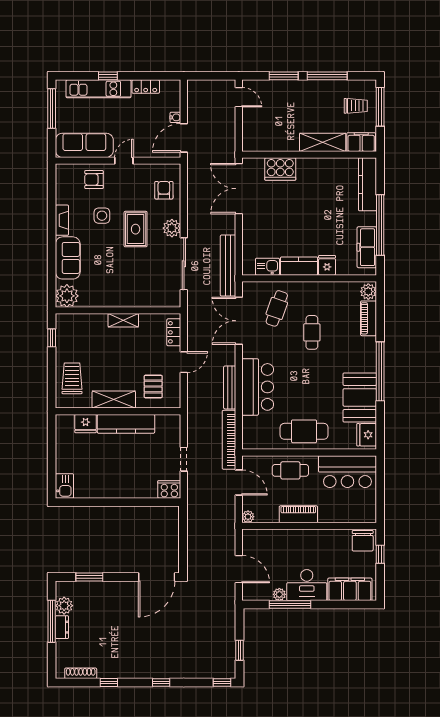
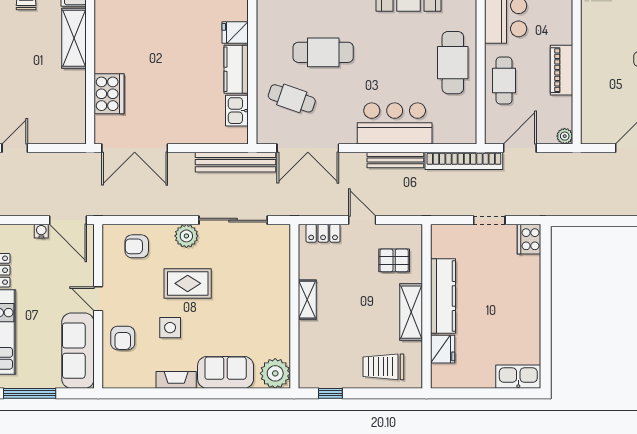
cafe table: (312, 332) -> (323, 52), width x1.37, depth x1.35
kitchen sink: (64, 486) -> (518, 377), width x1.38

